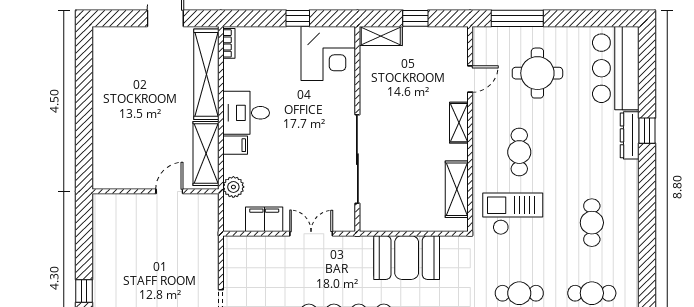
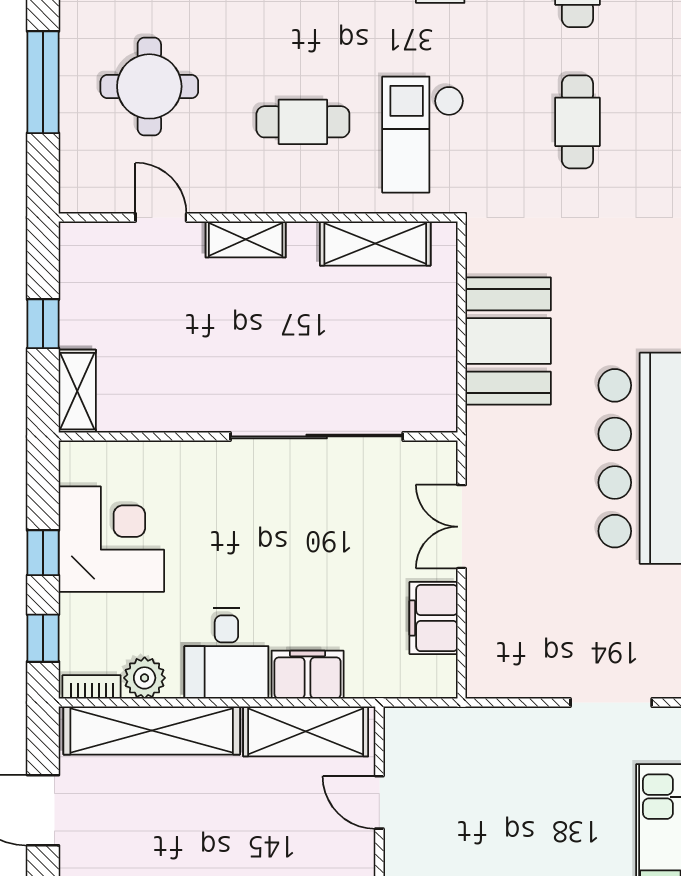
window: (254, 18) -> (43, 638), added
window: (517, 18) -> (43, 82), moved
corner desk: (328, 54) -> (111, 539), moved
filing cabinet: (235, 145) -> (308, 675), width x2.00
plant: (233, 187) -> (145, 678), moved

